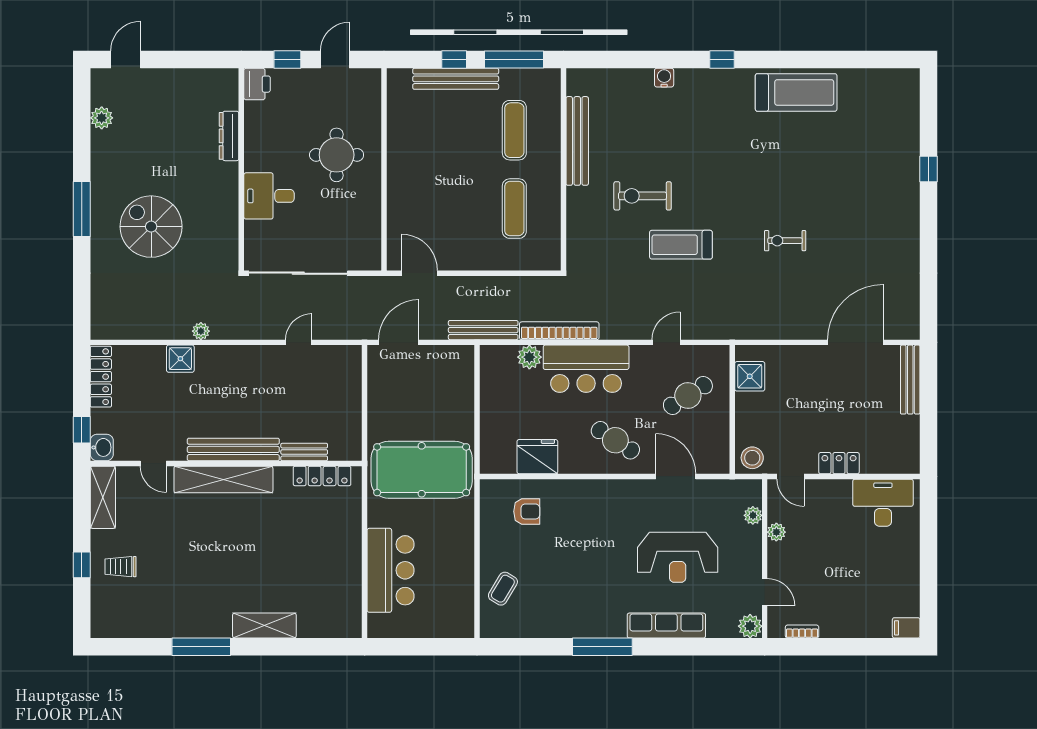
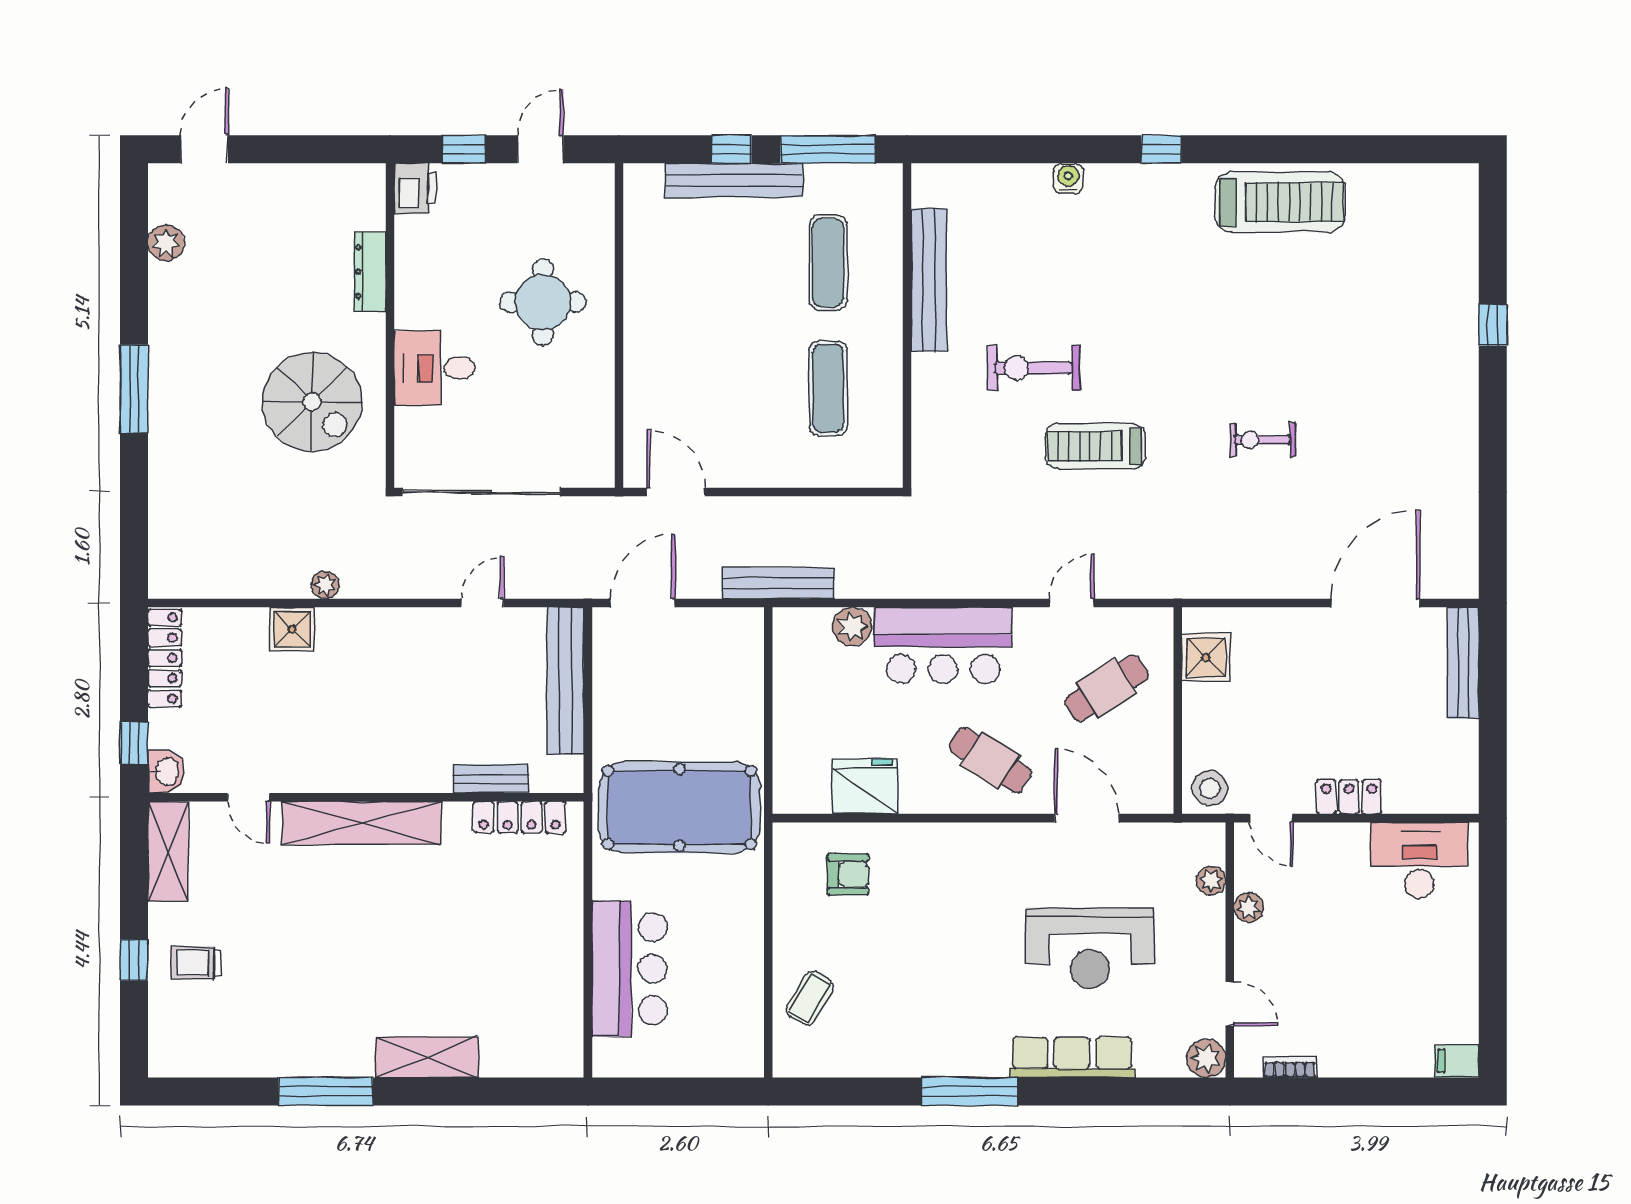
spiral stairs: (151, 227) -> (312, 402), moved, turned 180
bookcase: (559, 331) -> (900, 584), removed
bench: (233, 449) -> (565, 681), moved, turned 90

